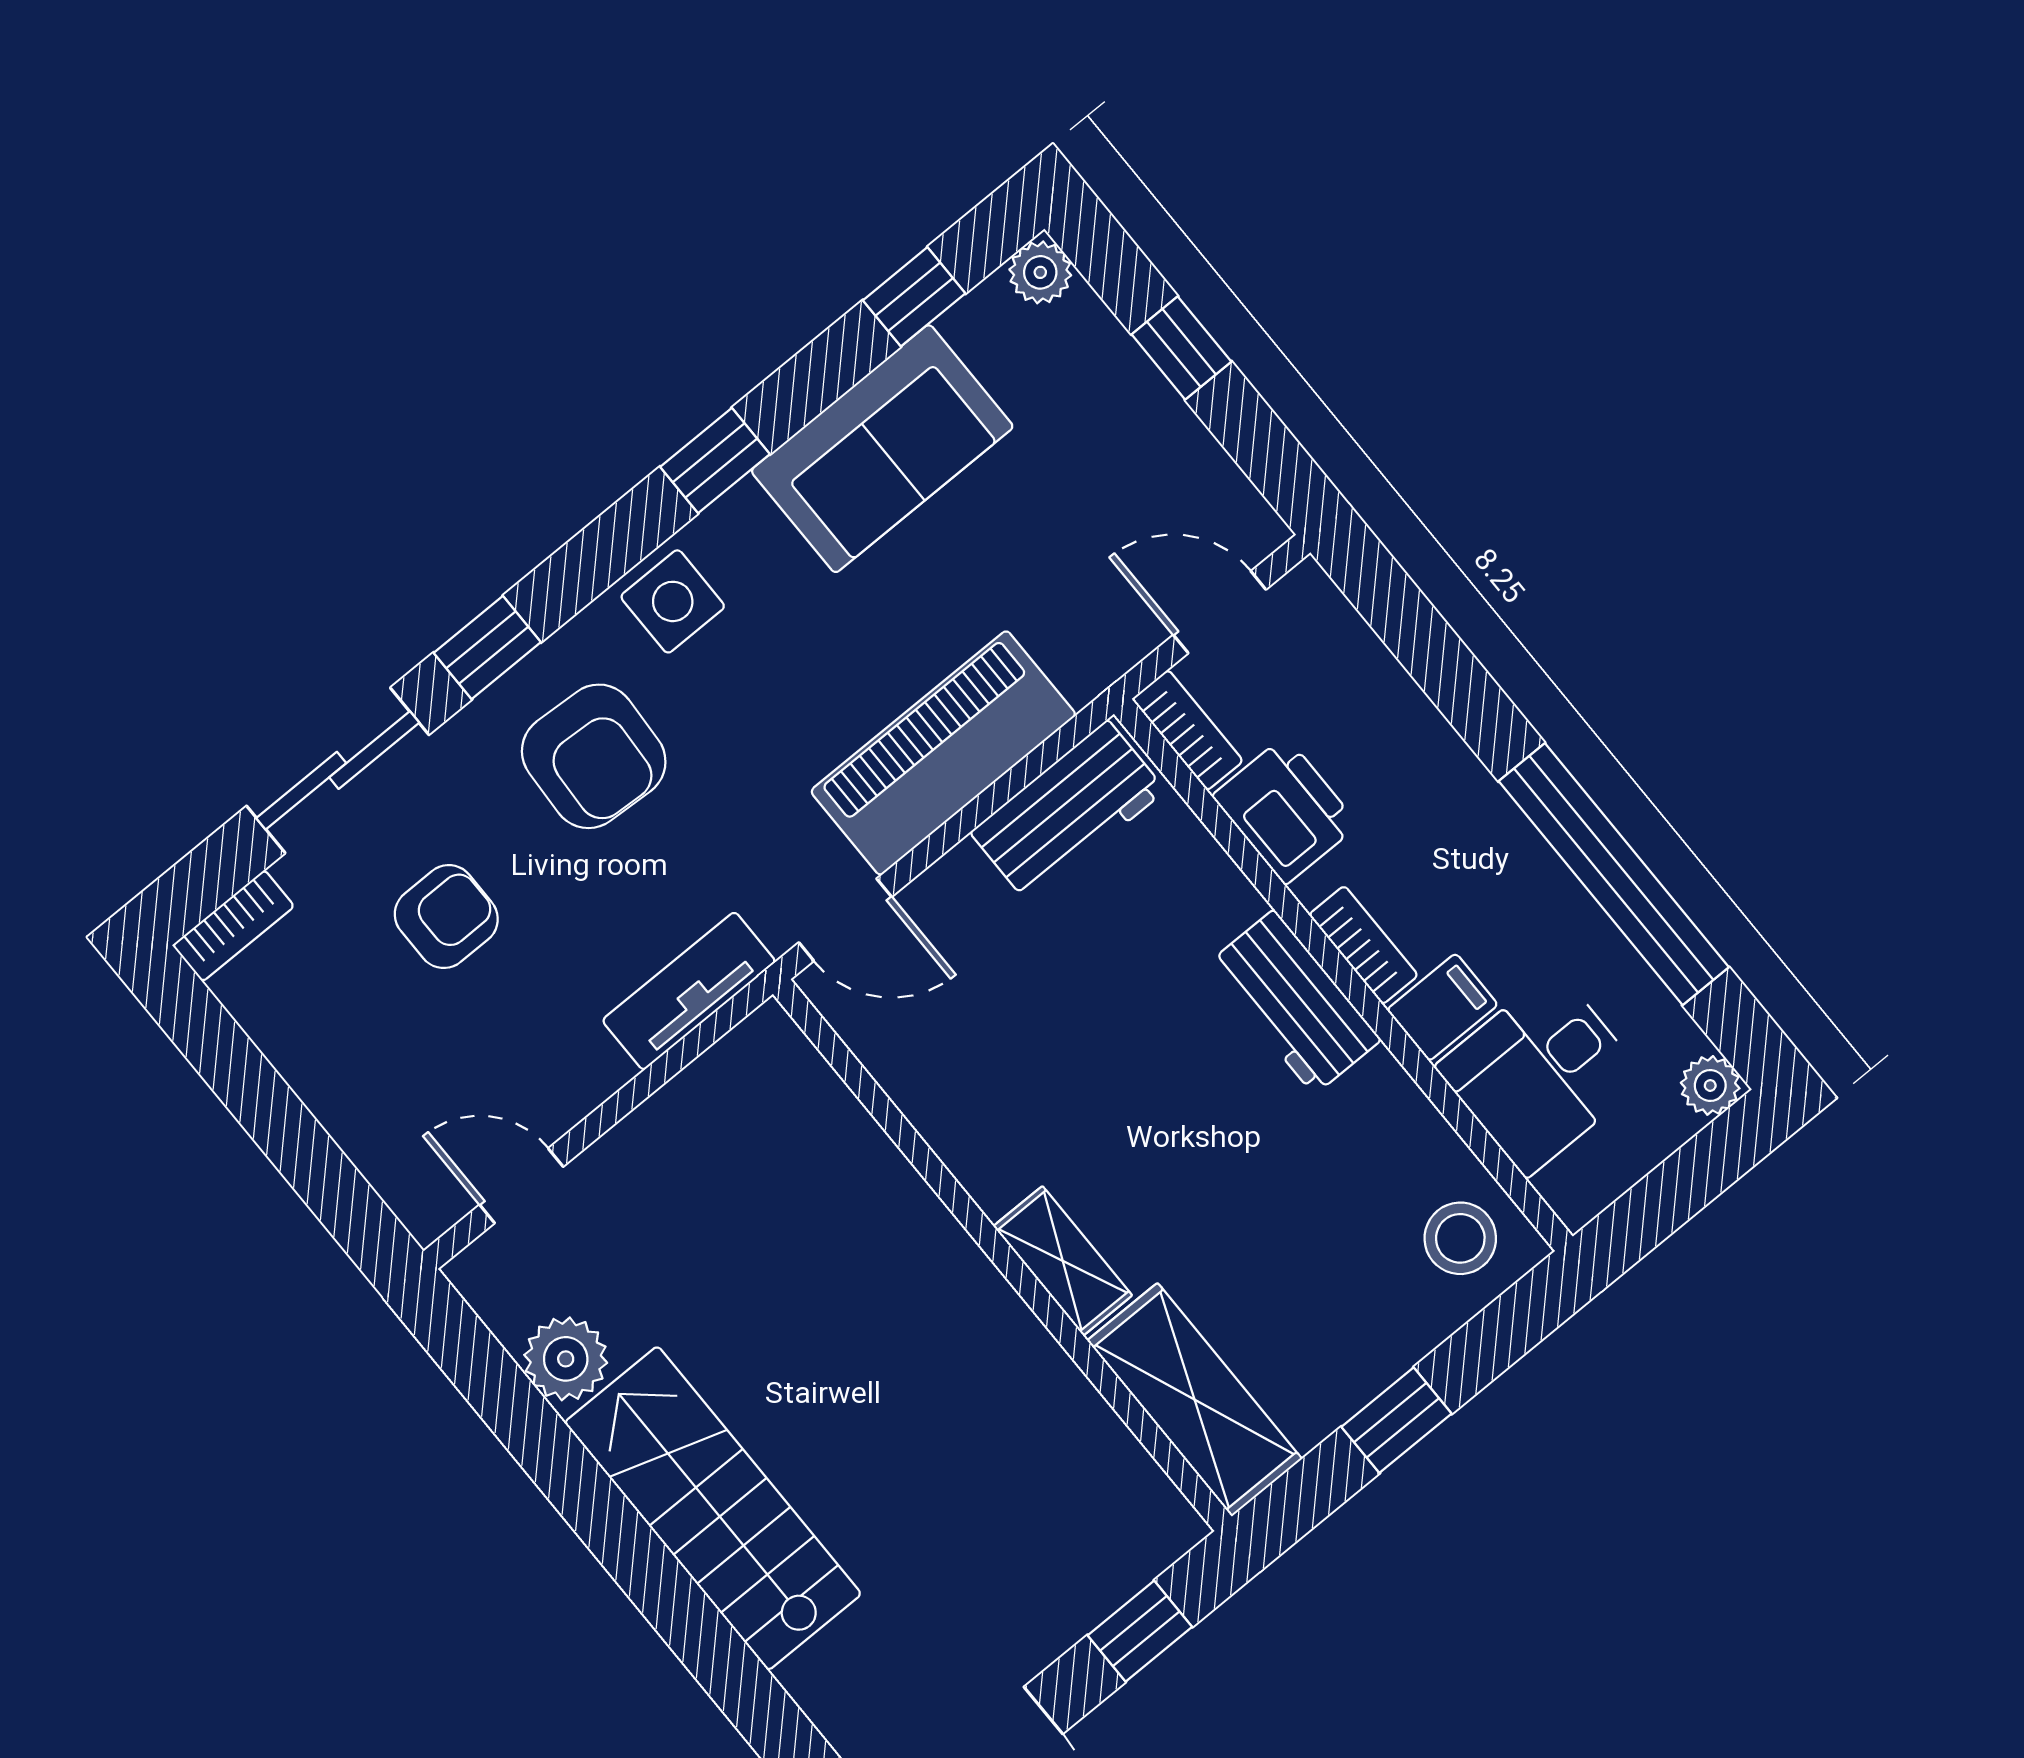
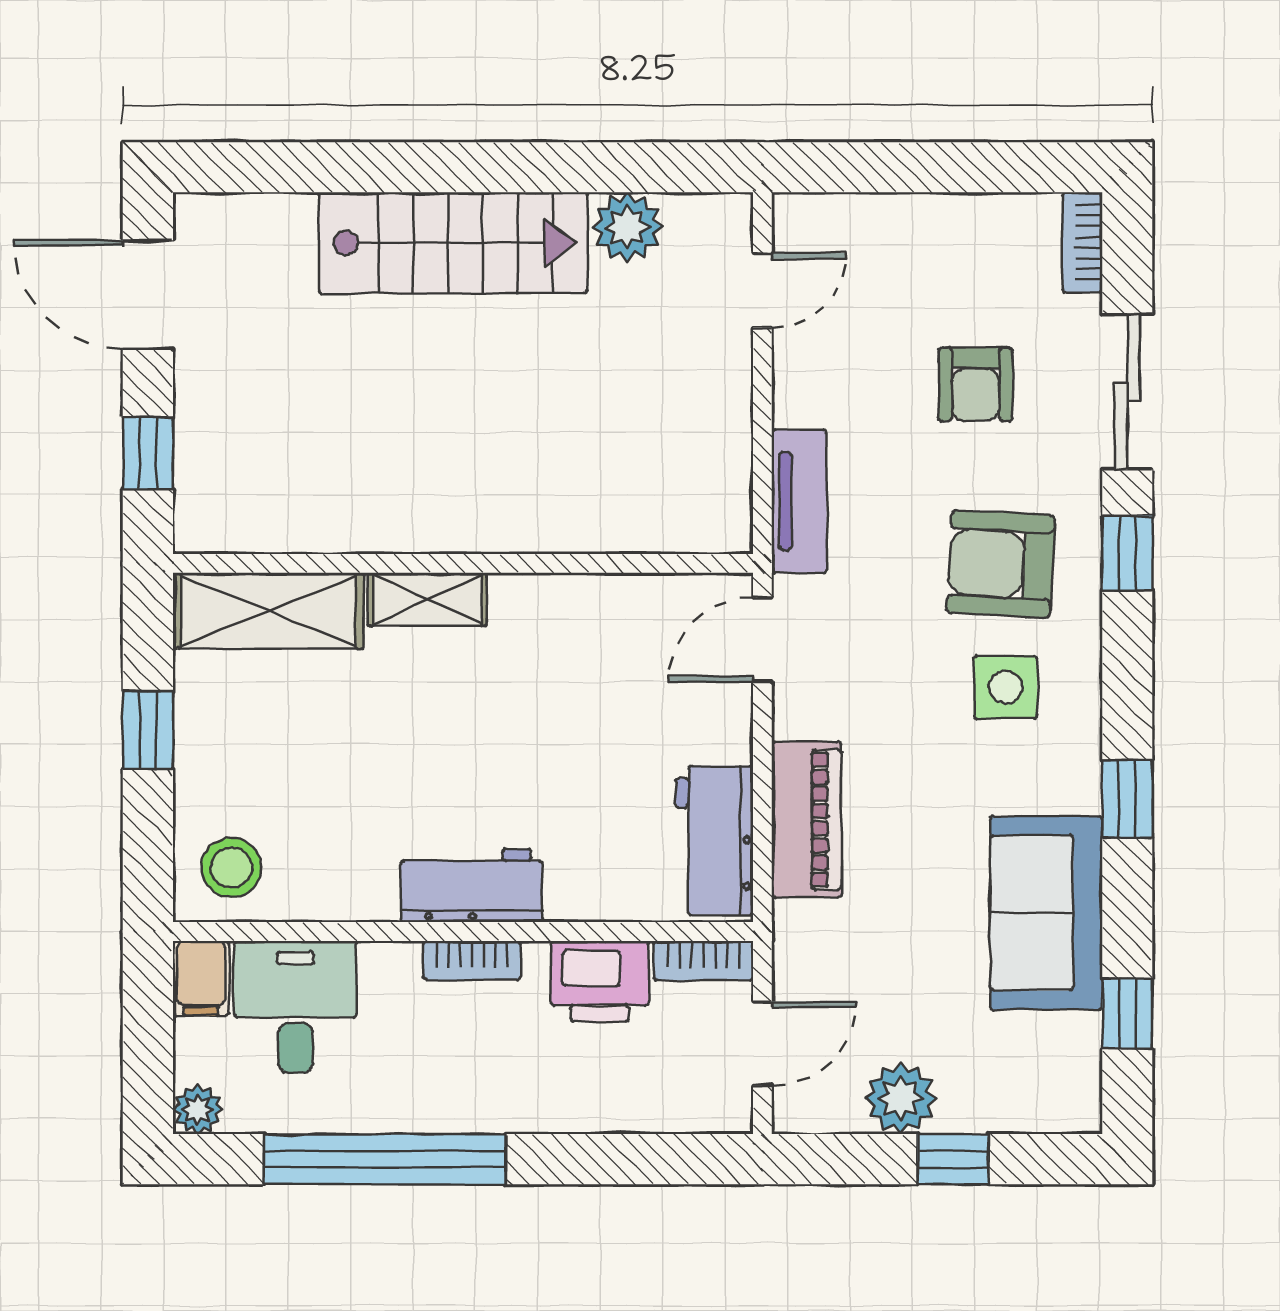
plant: (1040, 272) -> (901, 1098), moved, width x1.38, depth x1.38
side table: (673, 601) -> (1006, 687), moved
piano: (943, 753) -> (807, 820), width x0.73, depth x0.75
filing cabinet: (1442, 1007) -> (201, 978), moved

